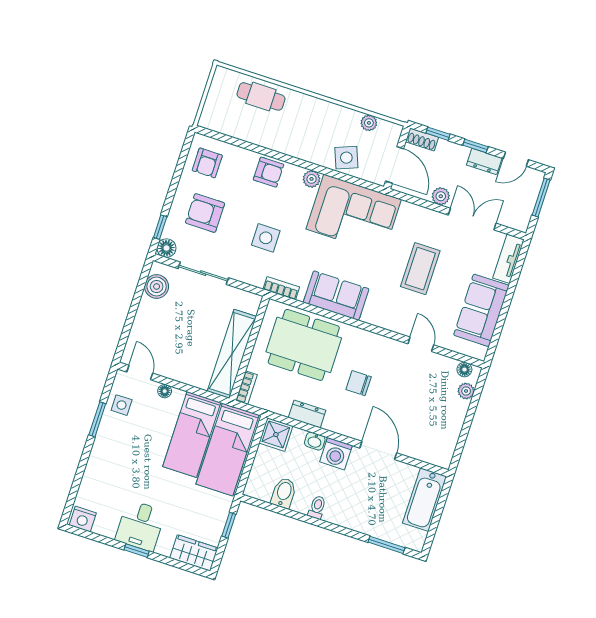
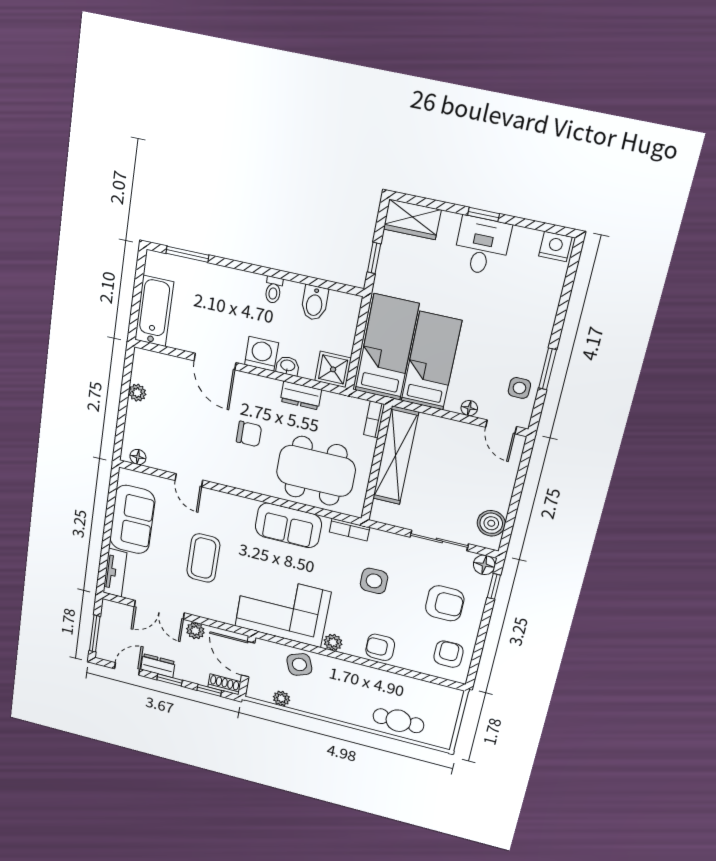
plant: (466, 391) -> (137, 393), moved

